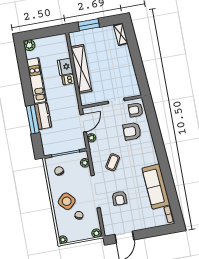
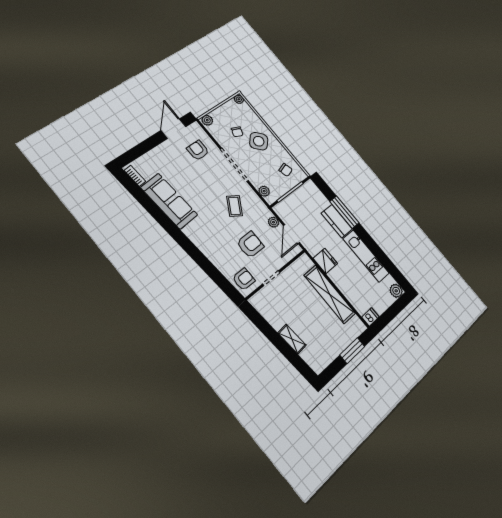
shelving: (121, 34) -> (292, 339), moved
fridge: (65, 67) -> (325, 261), moved
dishwasher: (68, 80) -> (370, 317), moved
armchair: (132, 131) -> (250, 245), moved
armchair: (119, 198) -> (198, 150), moved

